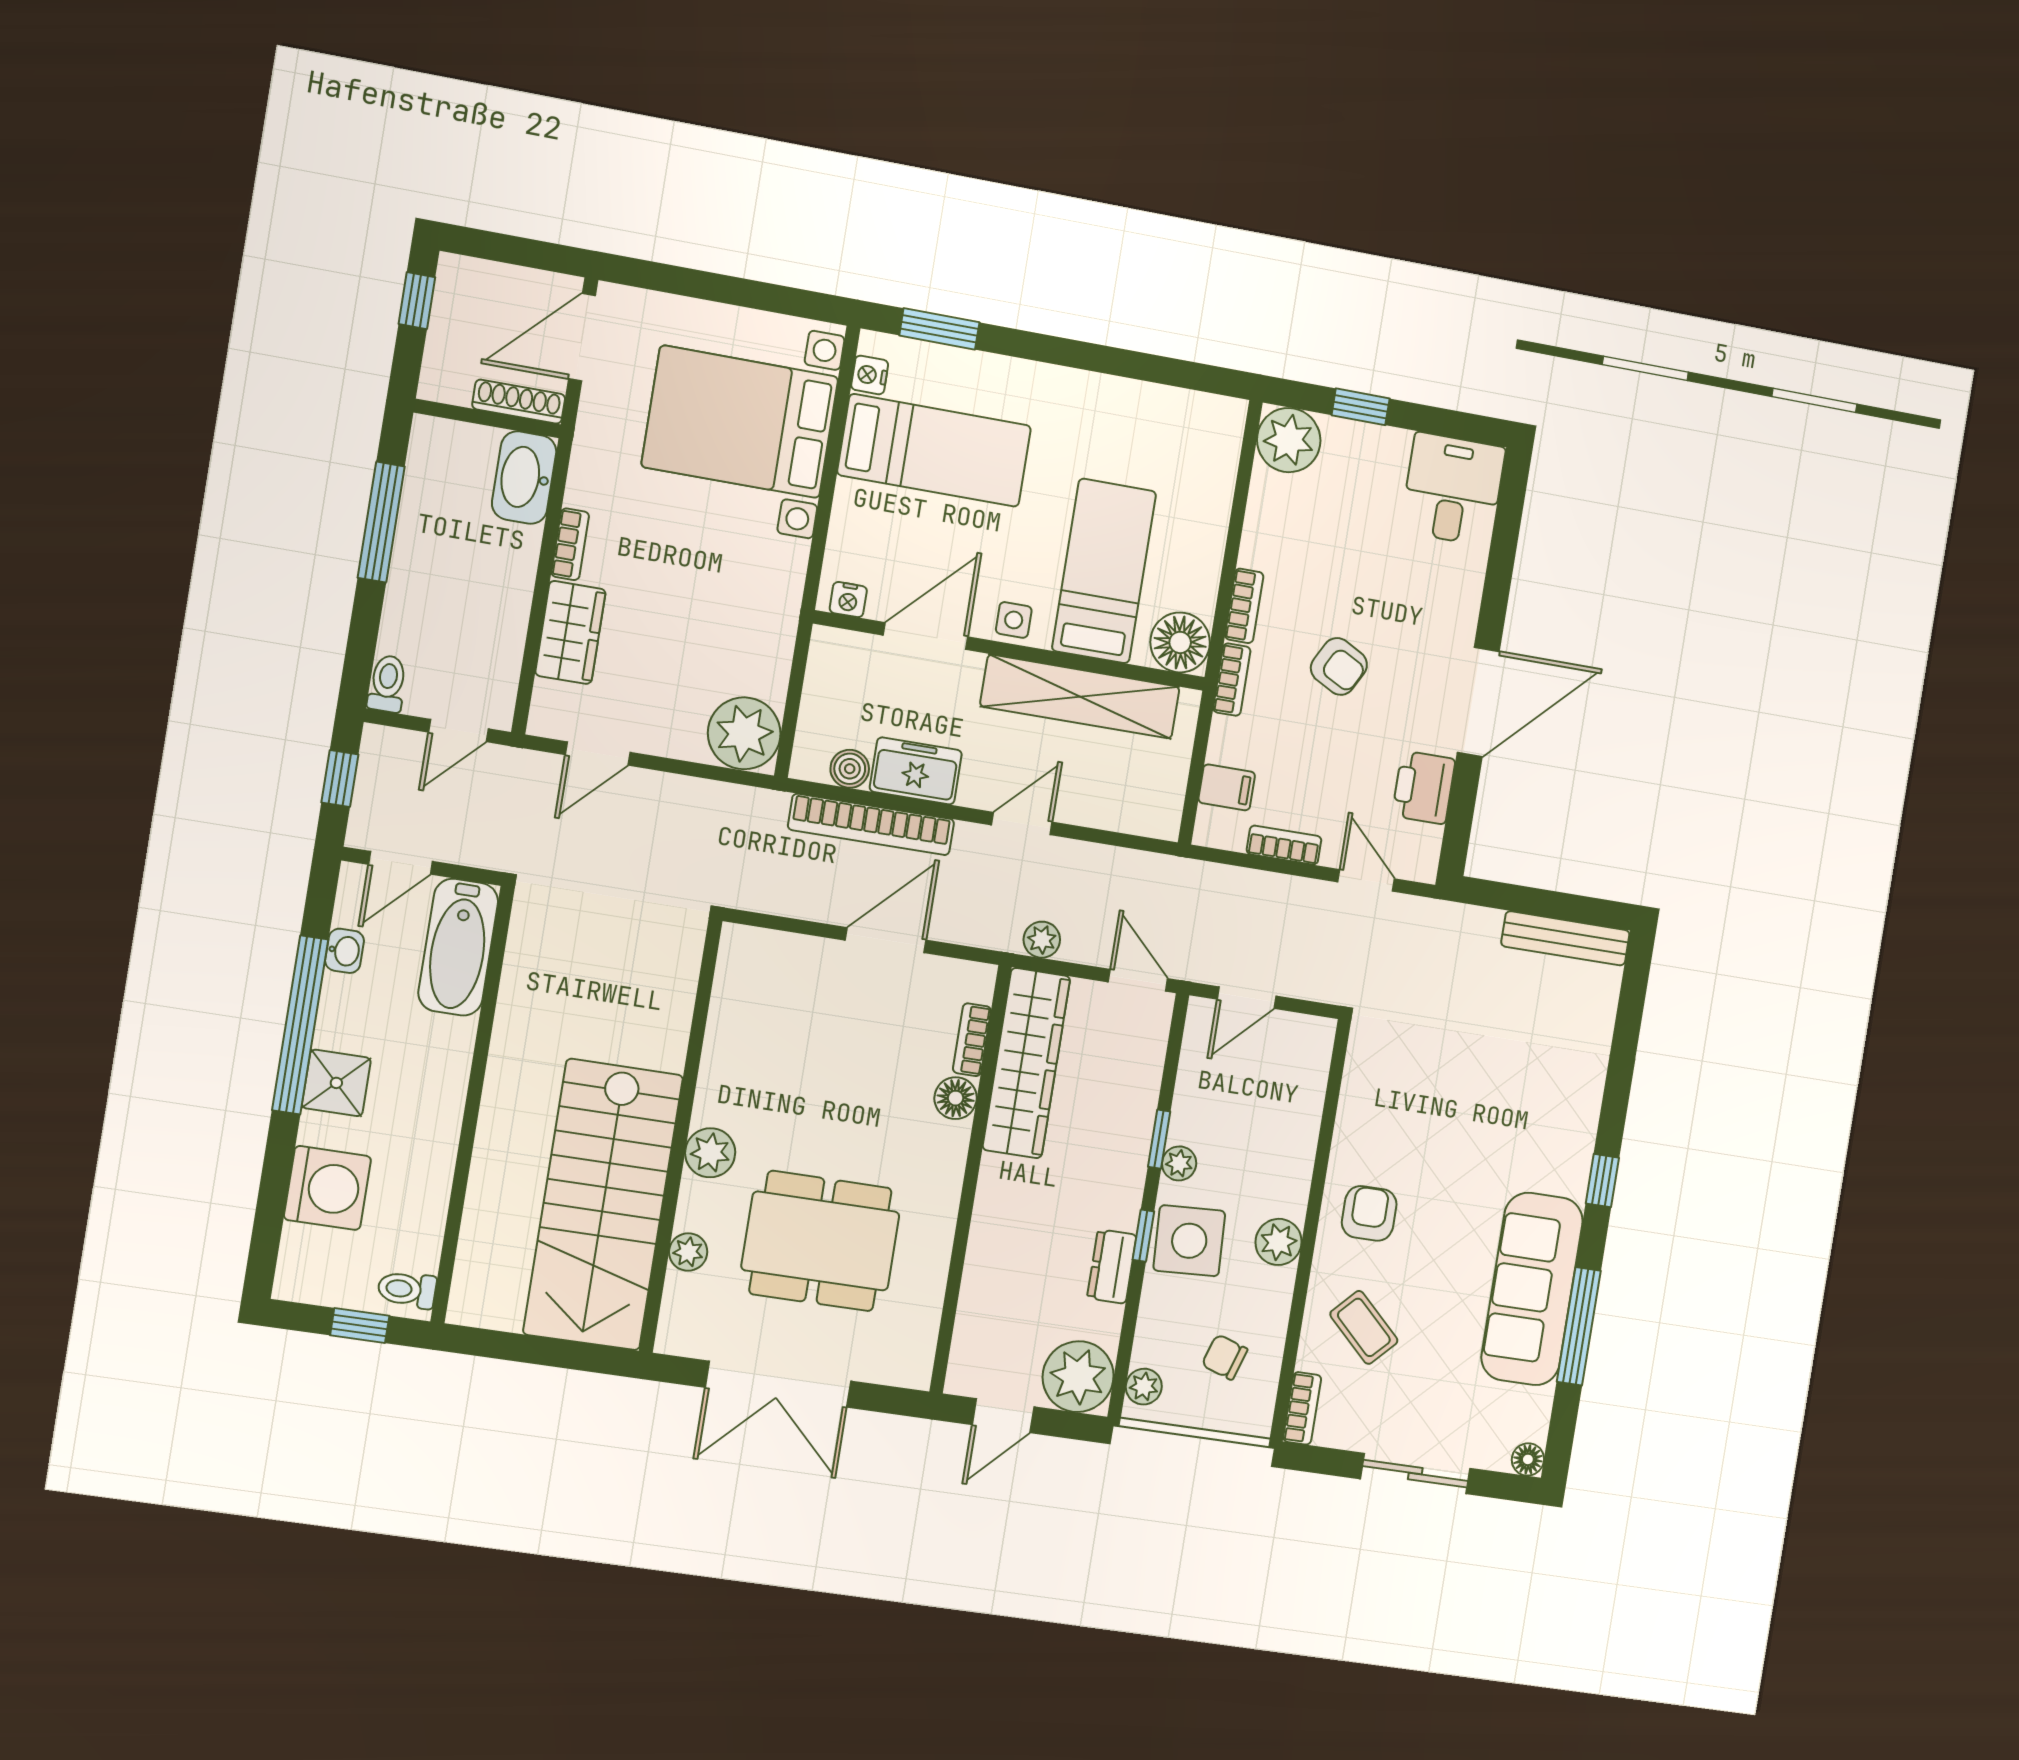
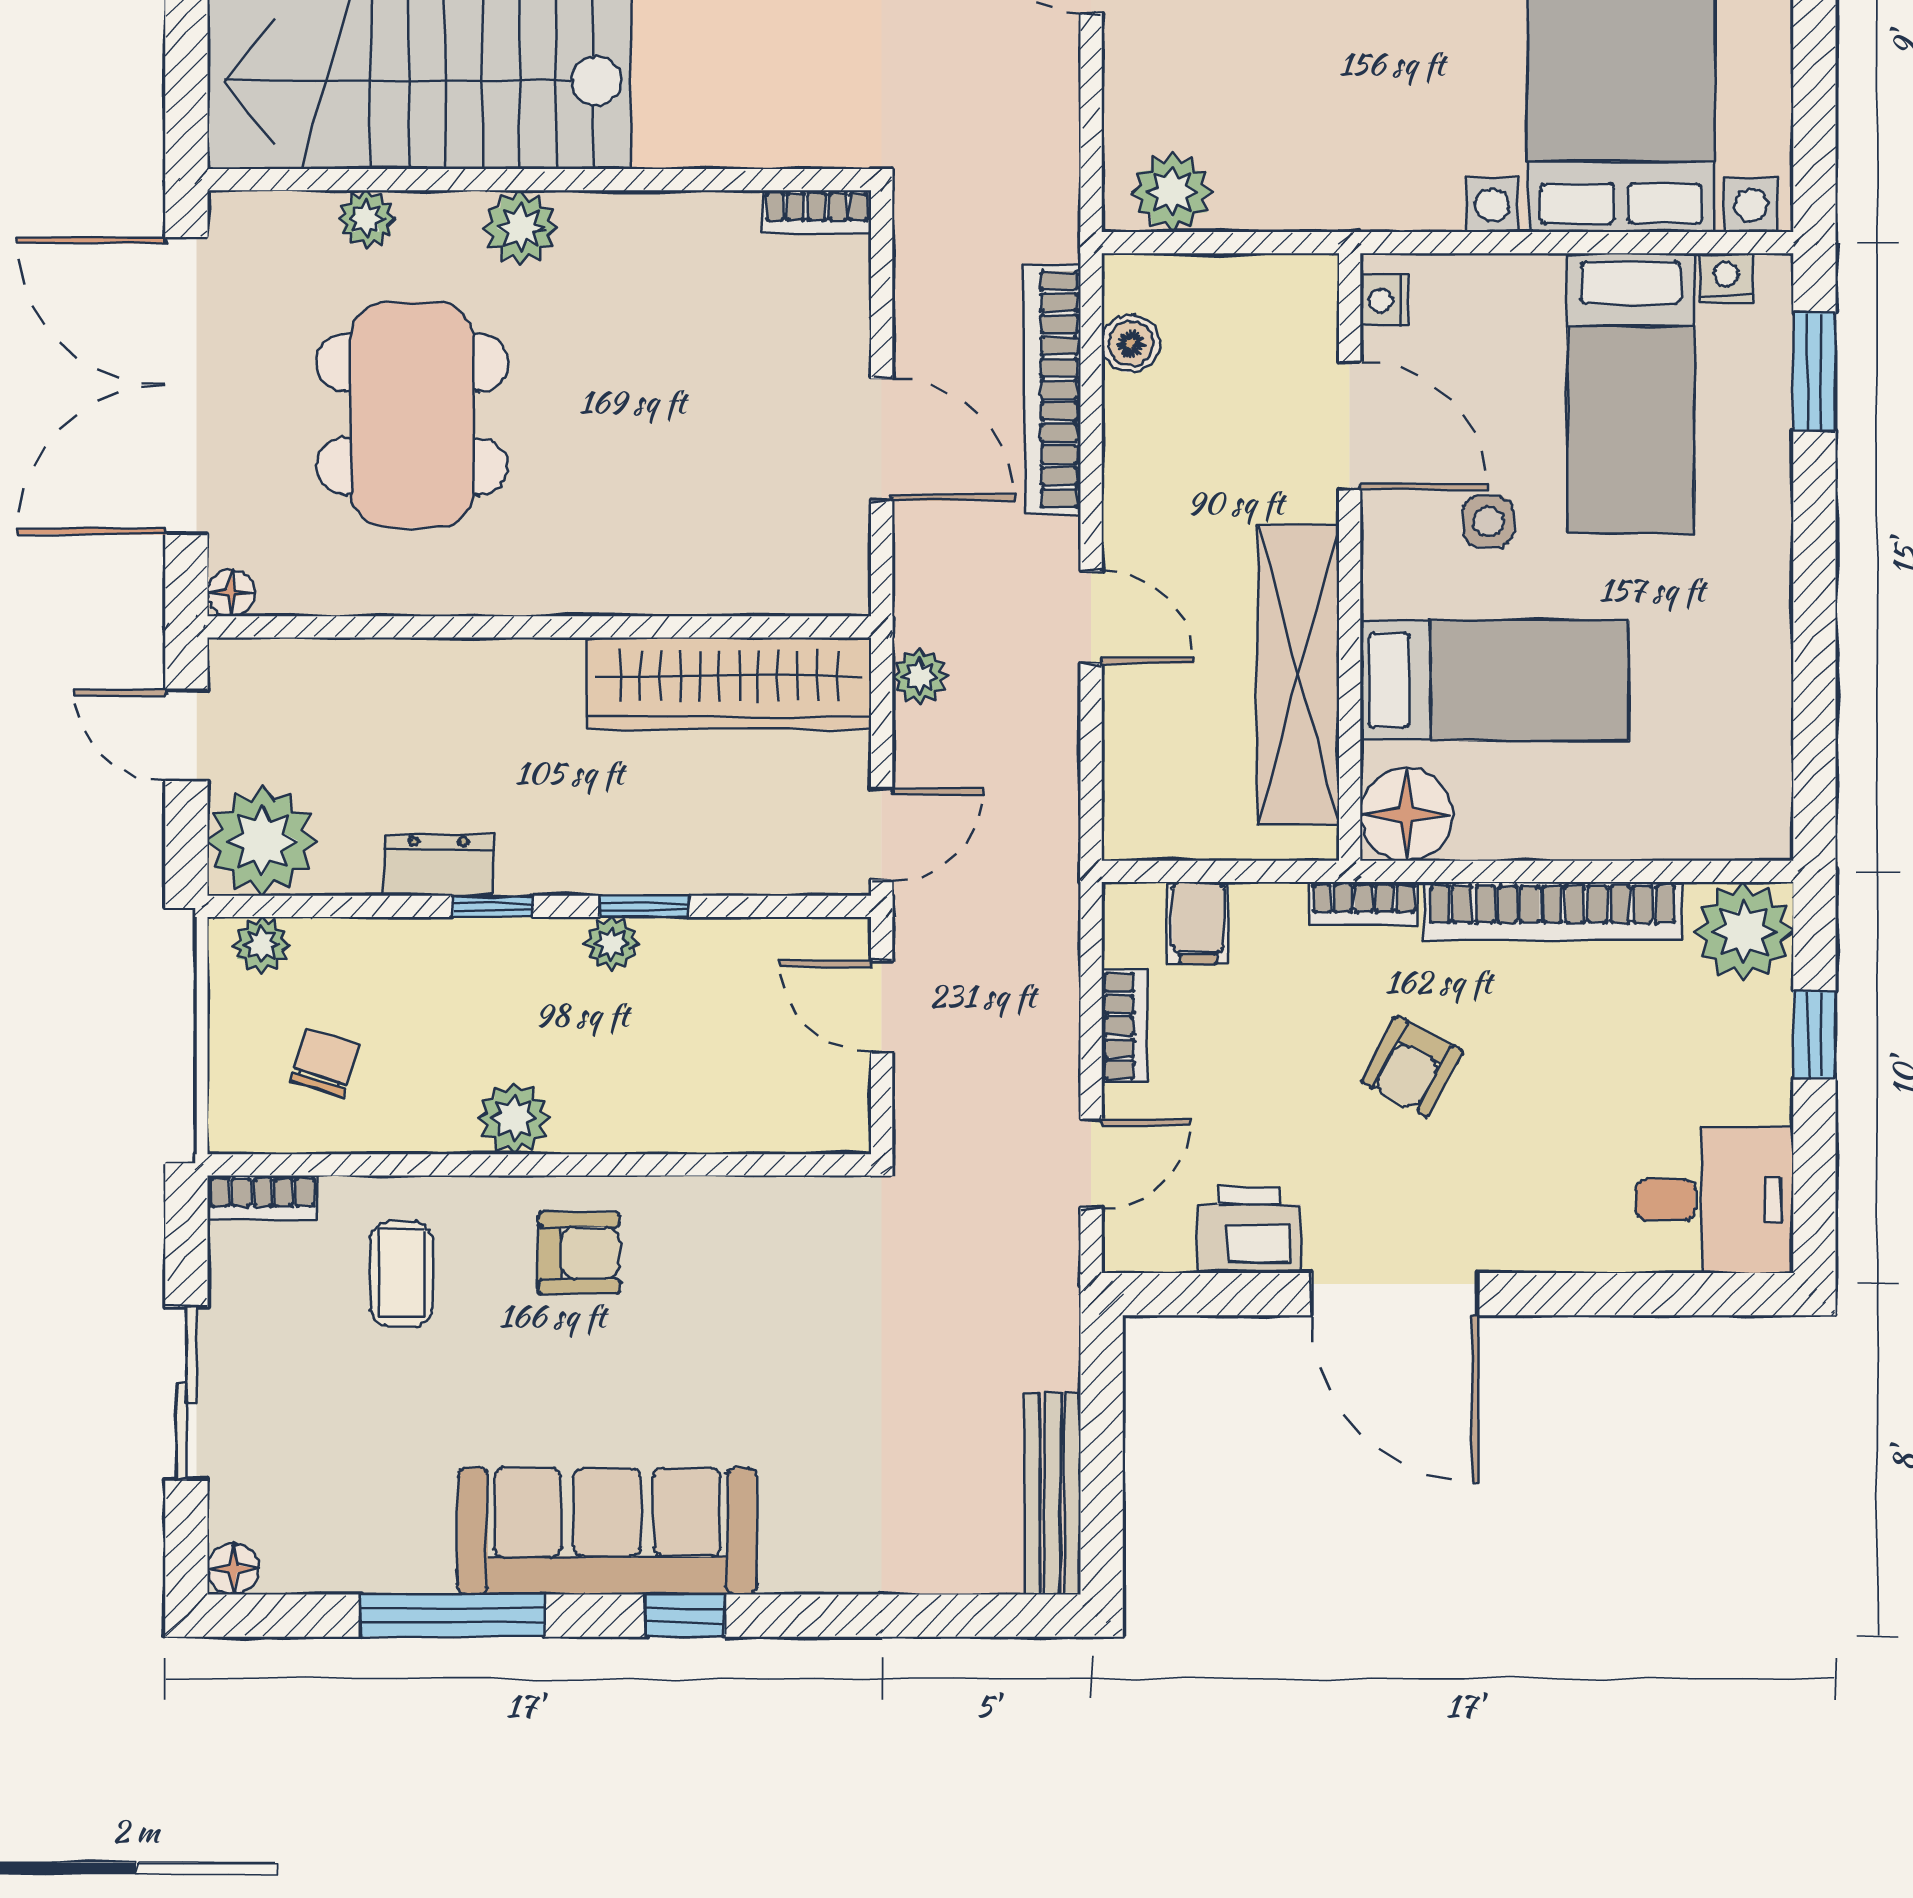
bookcase: (1244, 606) -> (1552, 911), width x2.31, depth x1.31
side table: (1014, 620) -> (1488, 521), moved
plant: (744, 733) -> (1172, 192), width x0.73, depth x0.73
freezer: (916, 771) -> (1144, 444), removed
bookcase: (972, 1040) -> (817, 212), moved, turned 180
floor lamp: (956, 1098) -> (231, 593), moved, width x0.73, depth x0.73
side table: (1189, 1241) -> (495, 979), removed
sofa: (1532, 1289) -> (607, 1531), moved
coffee table: (1364, 1327) -> (402, 1274), turned -44
double door: (778, 1384) -> (186, 386), width x1.36

